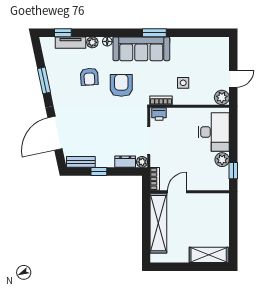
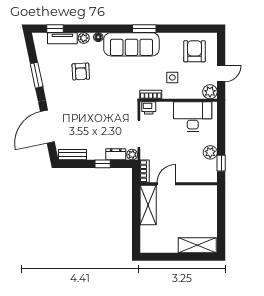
armchair: (121, 85) -> (194, 51), moved
desk: (214, 132) -> (193, 116), moved, turned -90
window: (99, 171) -> (103, 164), moved
shelving: (158, 223) -> (148, 205), width x0.68

